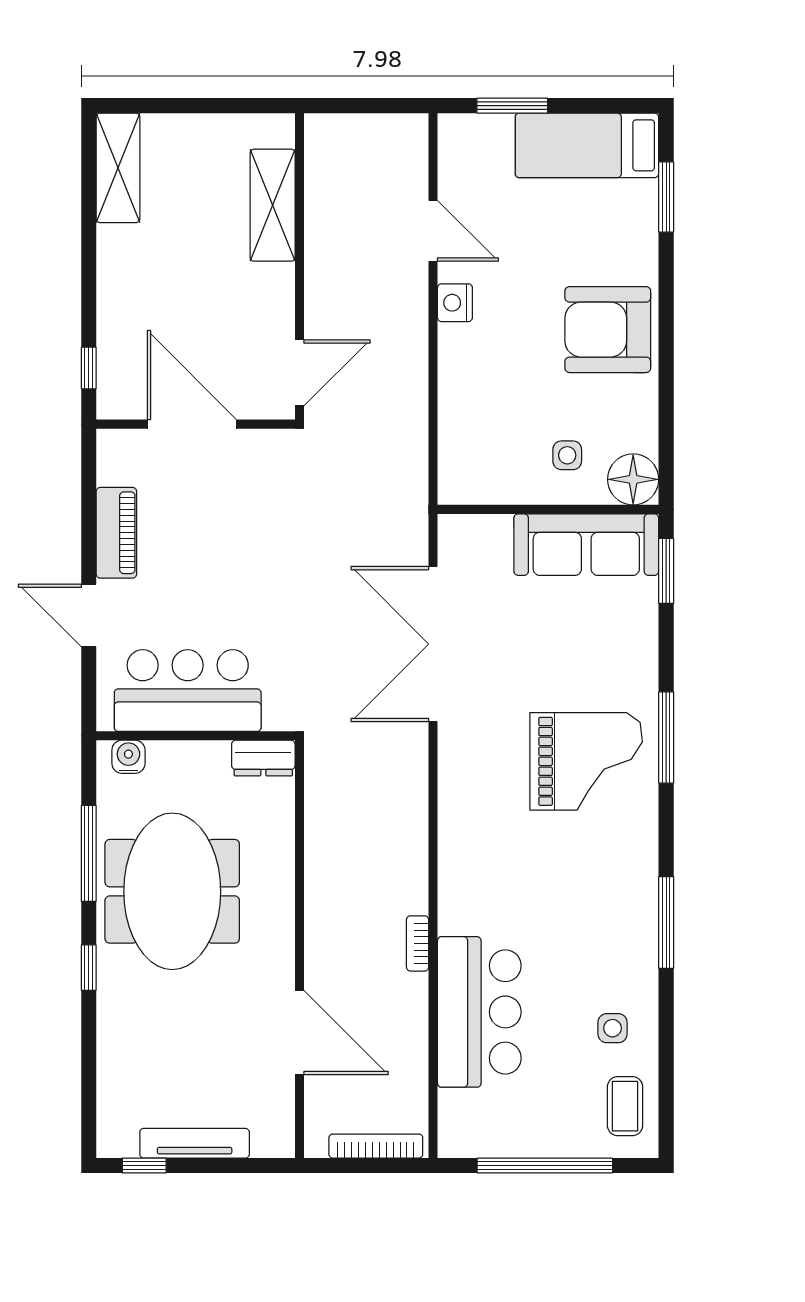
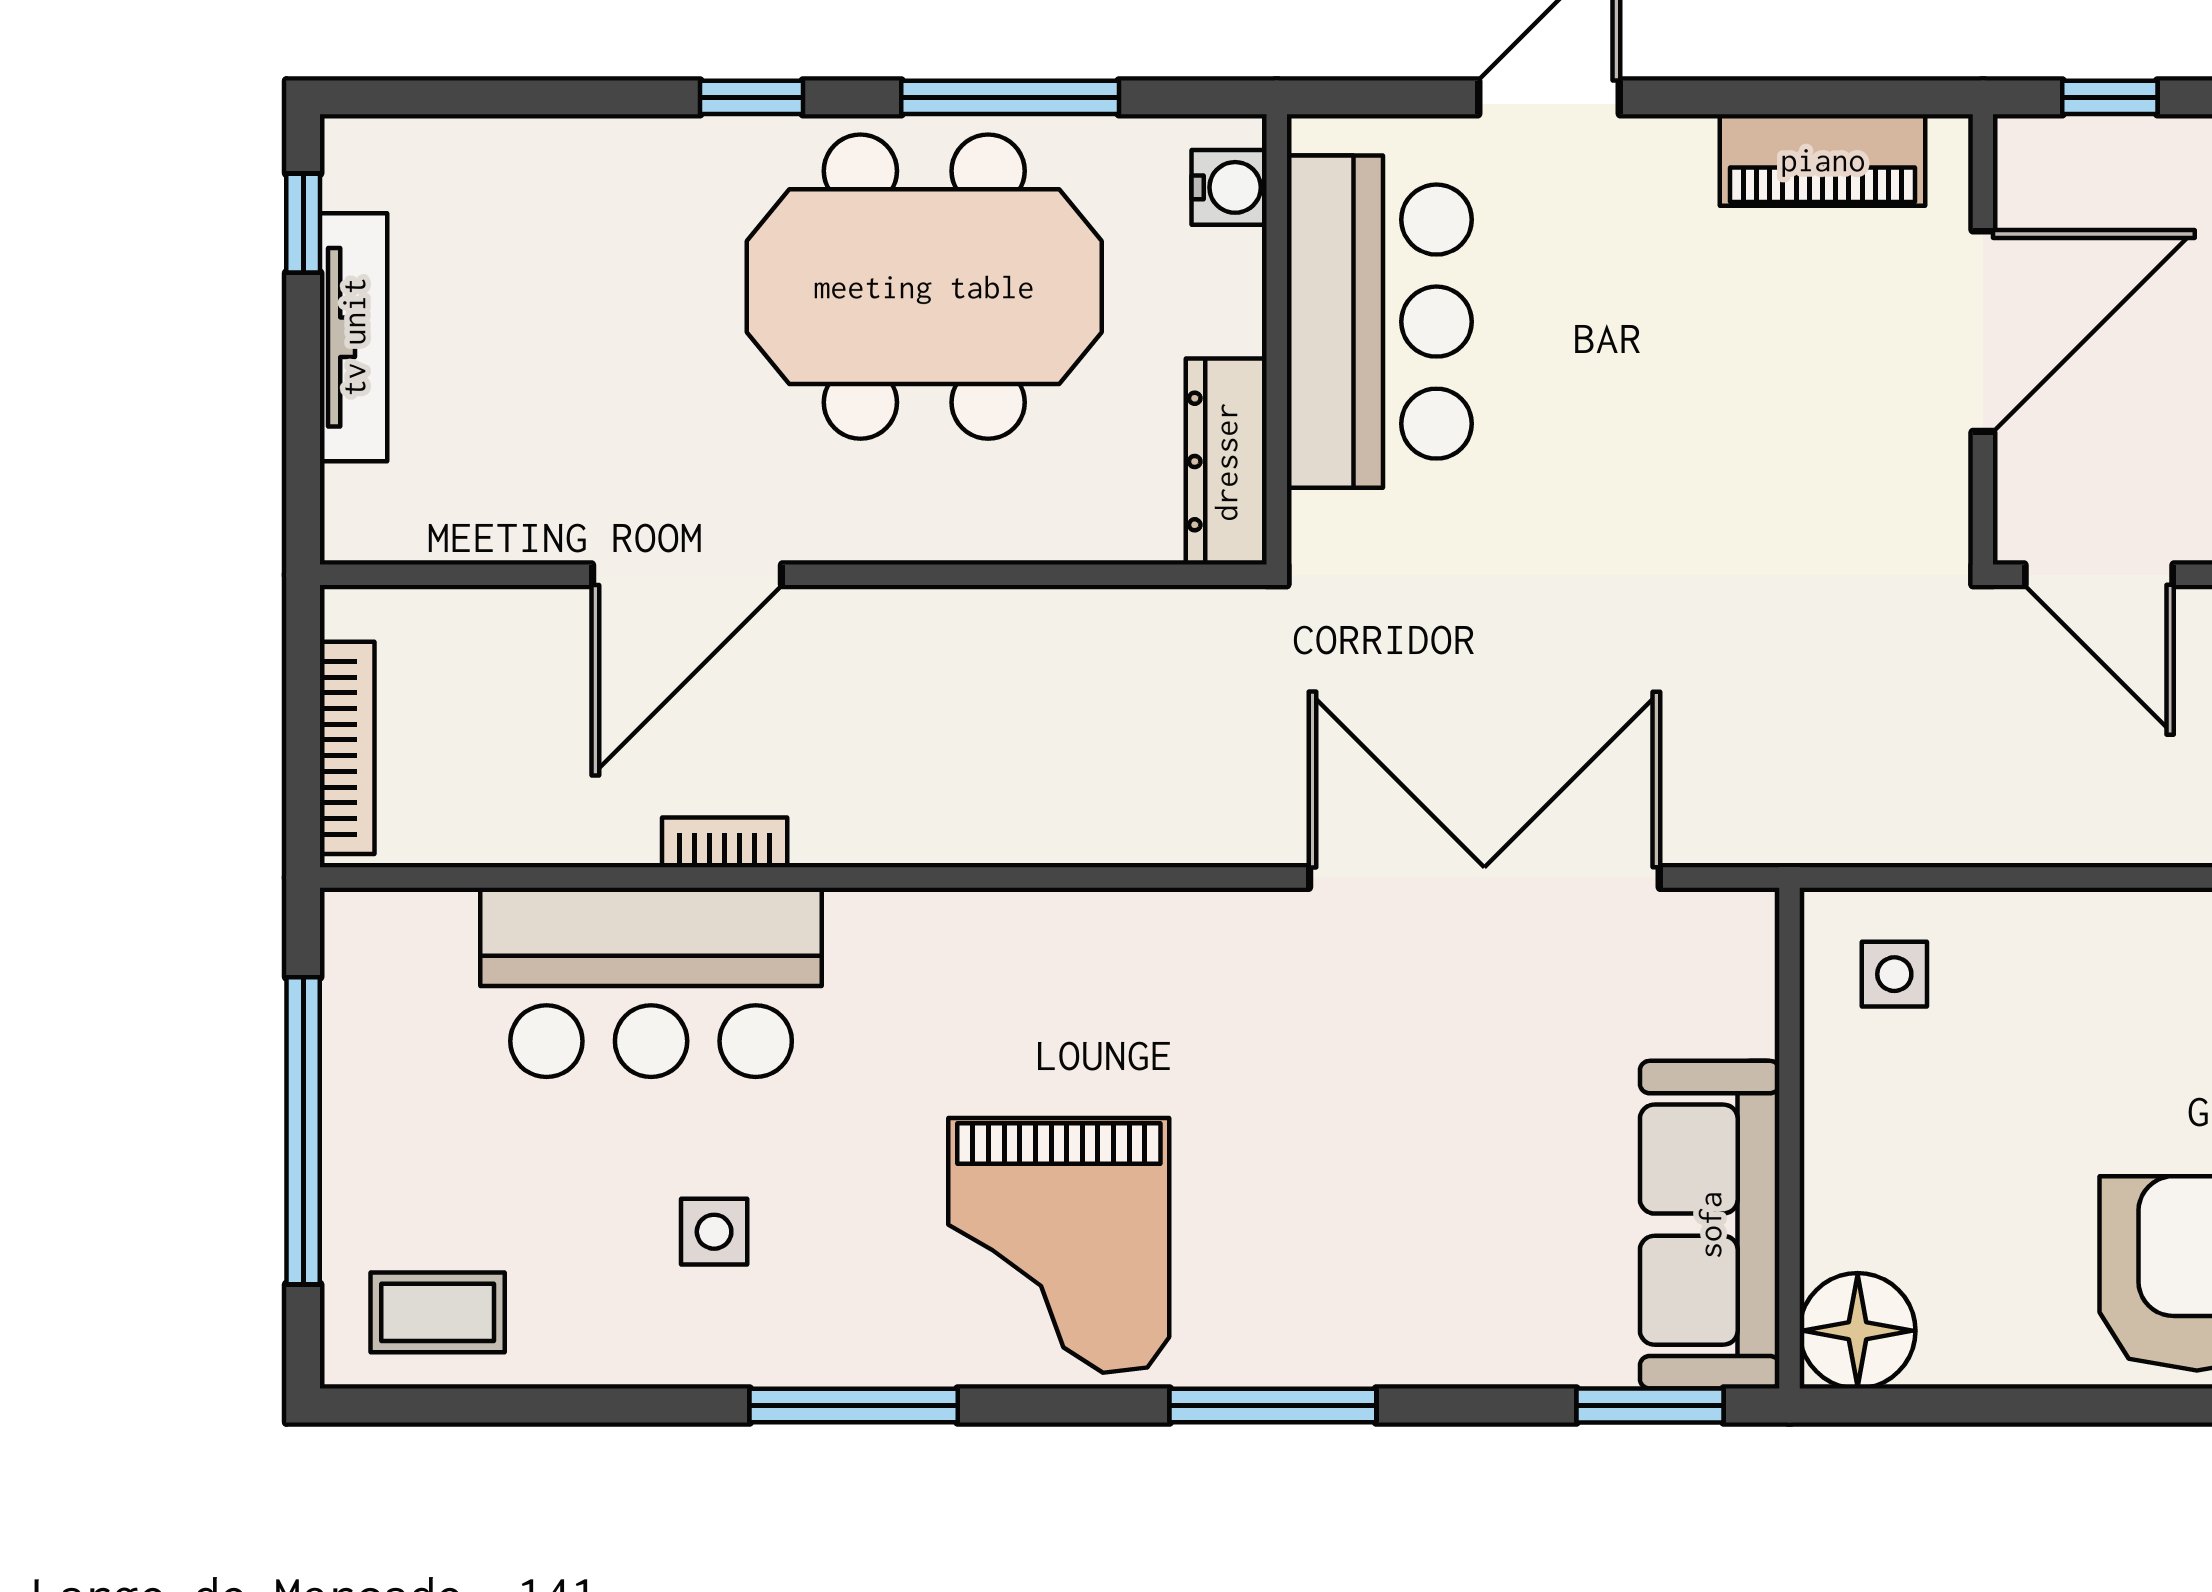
side table: (567, 455) -> (1894, 974), moved
piano: (116, 533) -> (1823, 160), moved
dresser: (263, 758) -> (1226, 462), width x1.44
grand piano: (586, 761) -> (1059, 1245), moved
bookcase: (418, 943) -> (725, 842), moved
side table: (613, 1028) -> (714, 1232), moved
door: (299, 1032) -> (687, 575), moved

